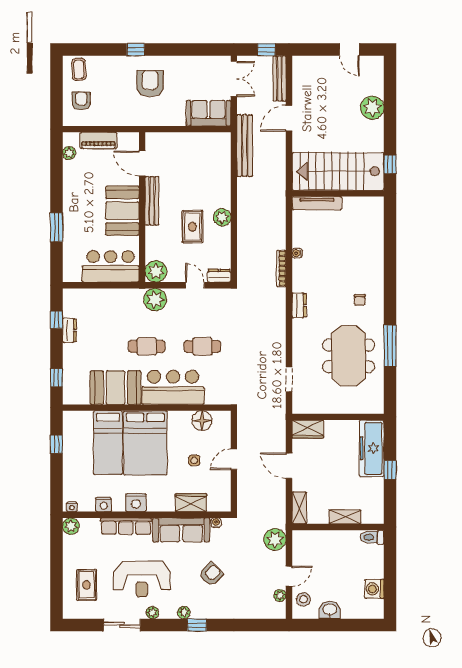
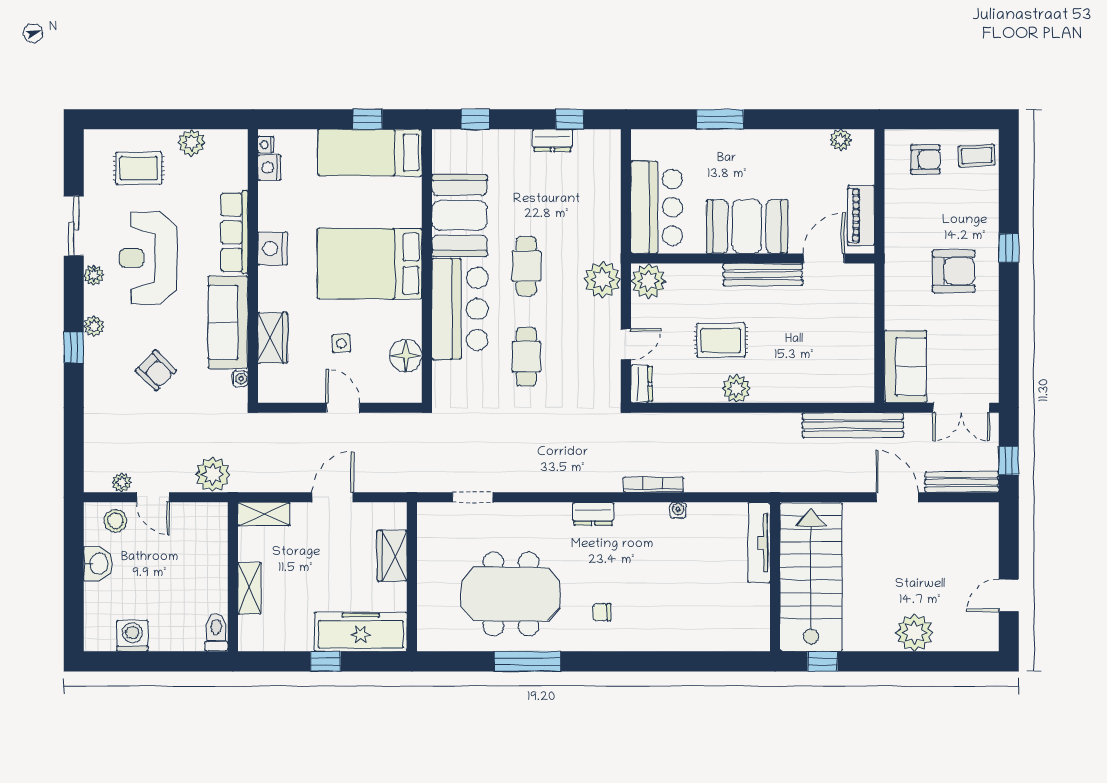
piano: (98, 140) -> (861, 215), moved
wardrobe: (308, 429) -> (392, 556), moved
bed: (108, 443) -> (370, 153), moved
nightstand: (104, 505) -> (269, 167), moved
plant: (71, 526) -> (192, 143), moved

